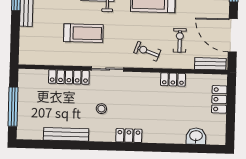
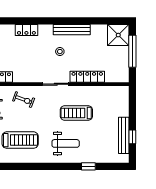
shower: (30, 127) -> (118, 35), added
bench: (66, 134) -> (72, 30), moved
locker: (129, 136) -> (26, 30), moved

